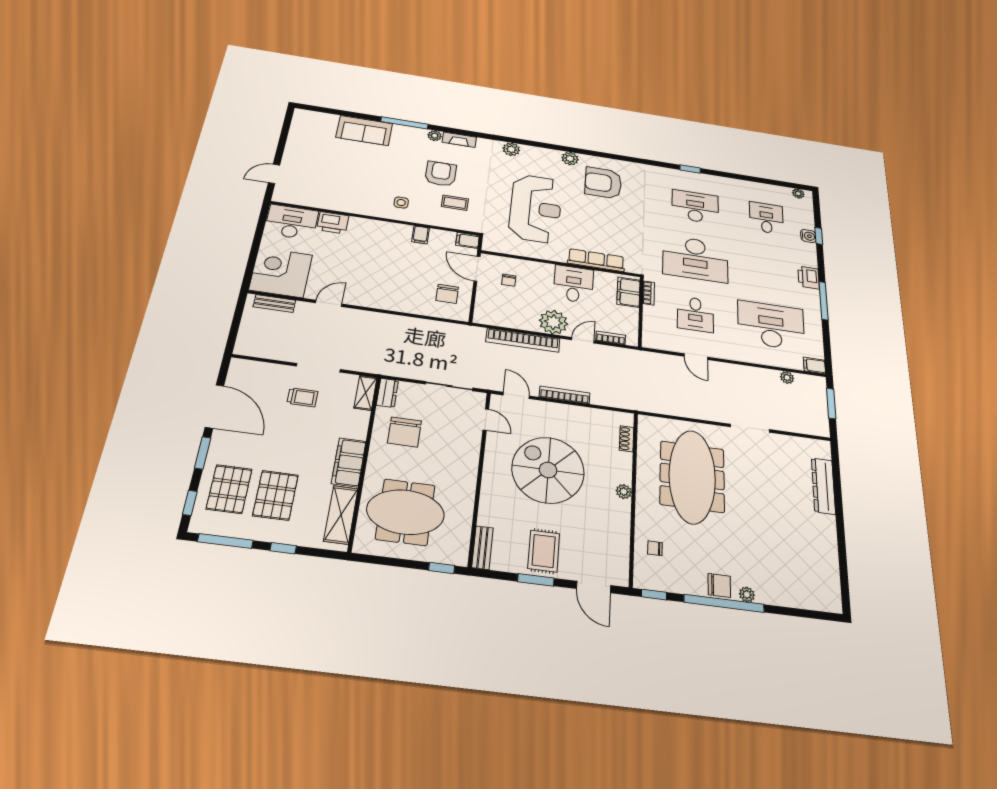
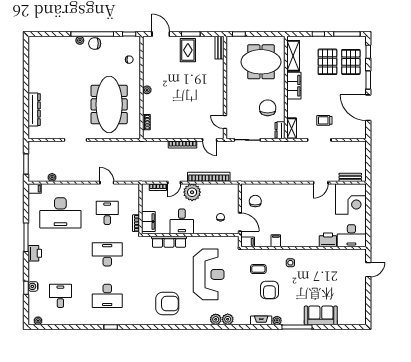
plant: (570, 159) -> (216, 319), moved
reception desk: (536, 208) -> (209, 274), turned 180
desk: (766, 218) -> (60, 296), turned 180
desk: (695, 259) -> (107, 254), width x0.73, depth x0.77
spiral stairs: (548, 470) -> (189, 97), removed

